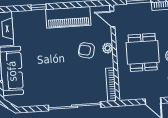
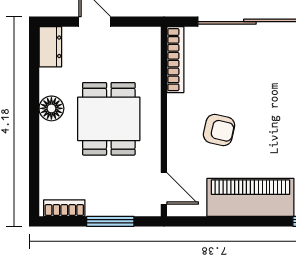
plant: (108, 48) -> (177, 132), removed

